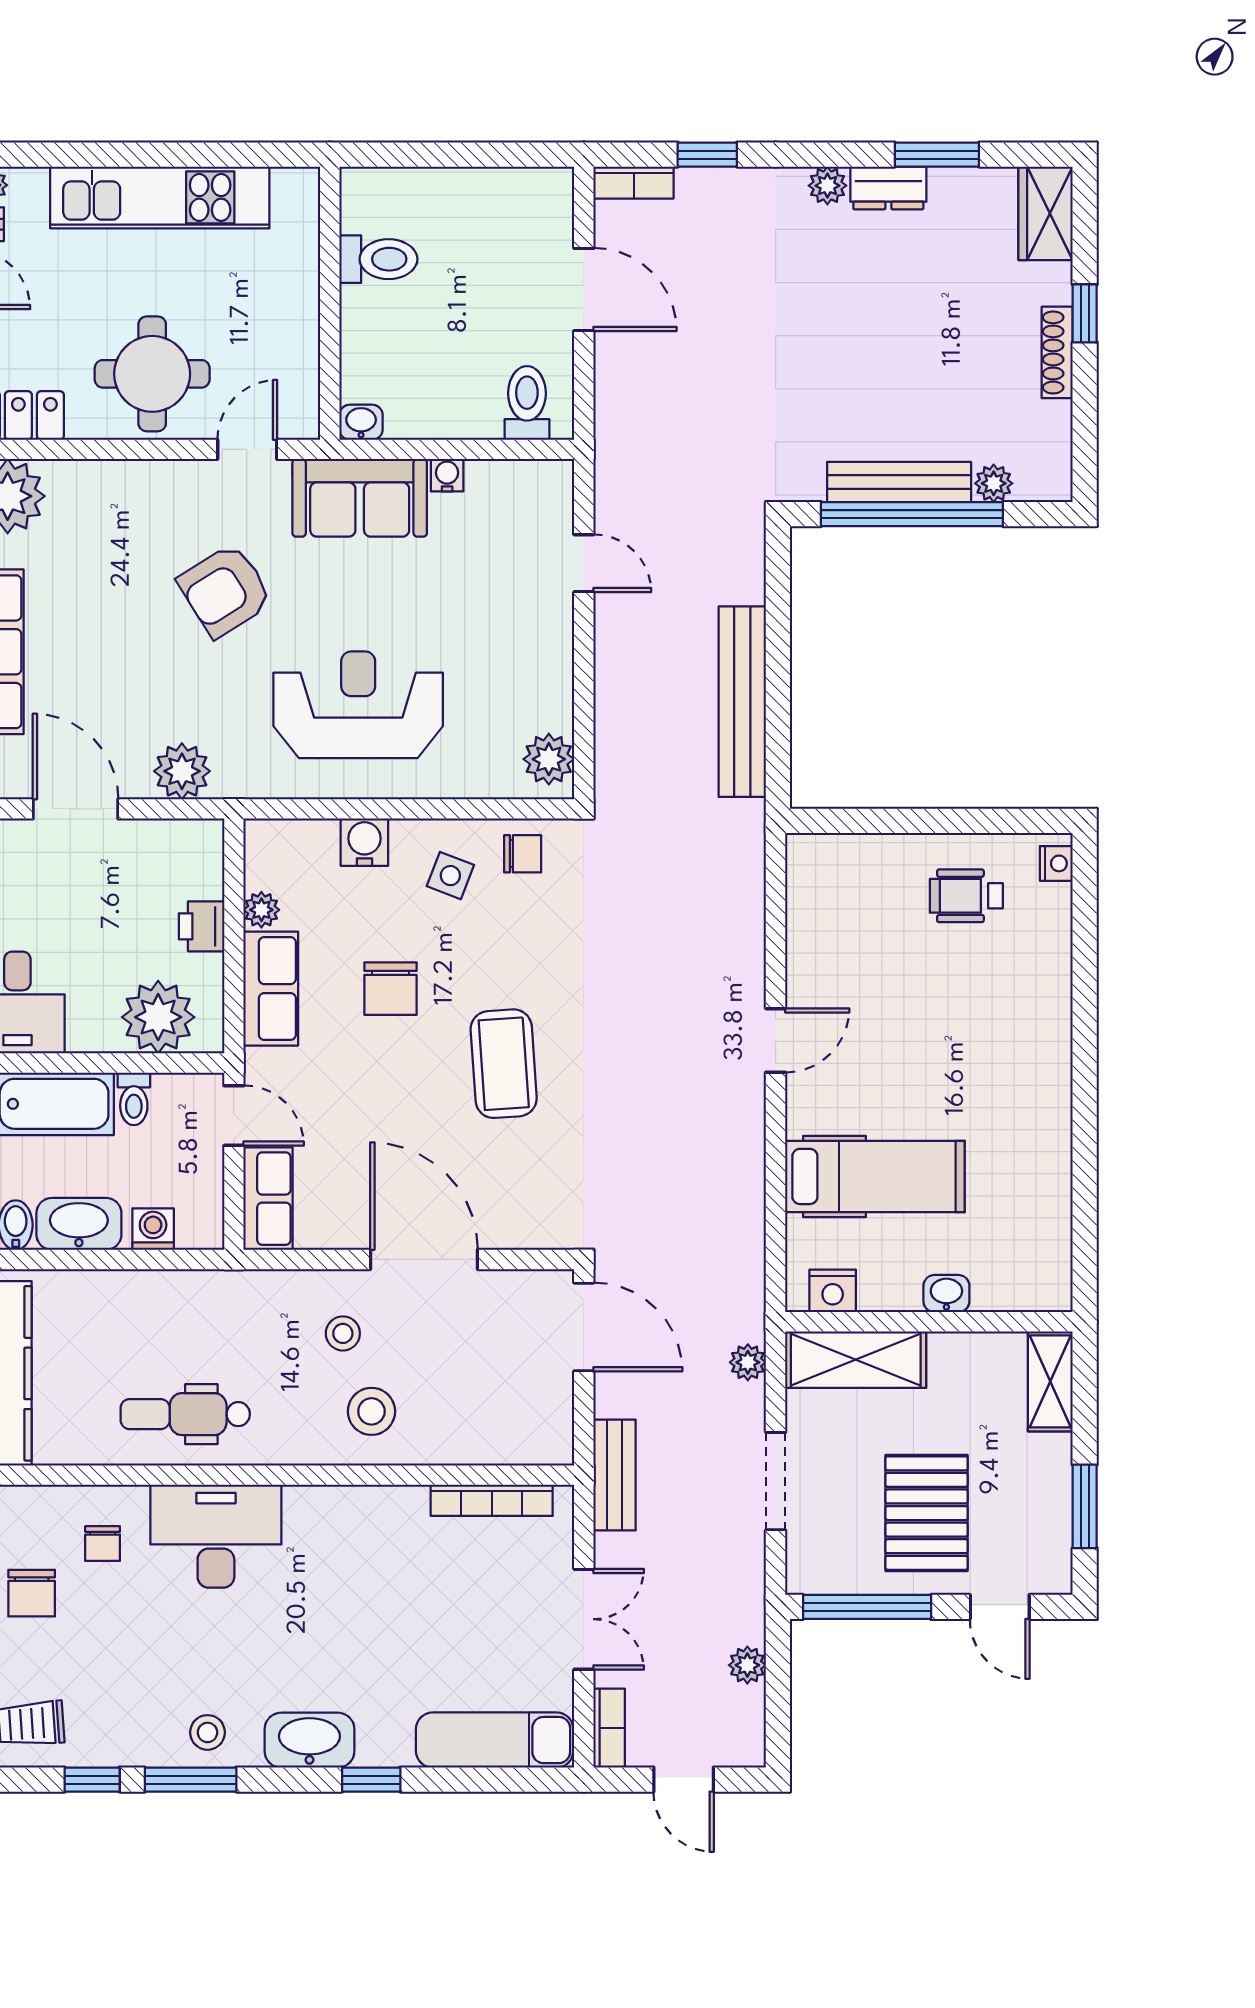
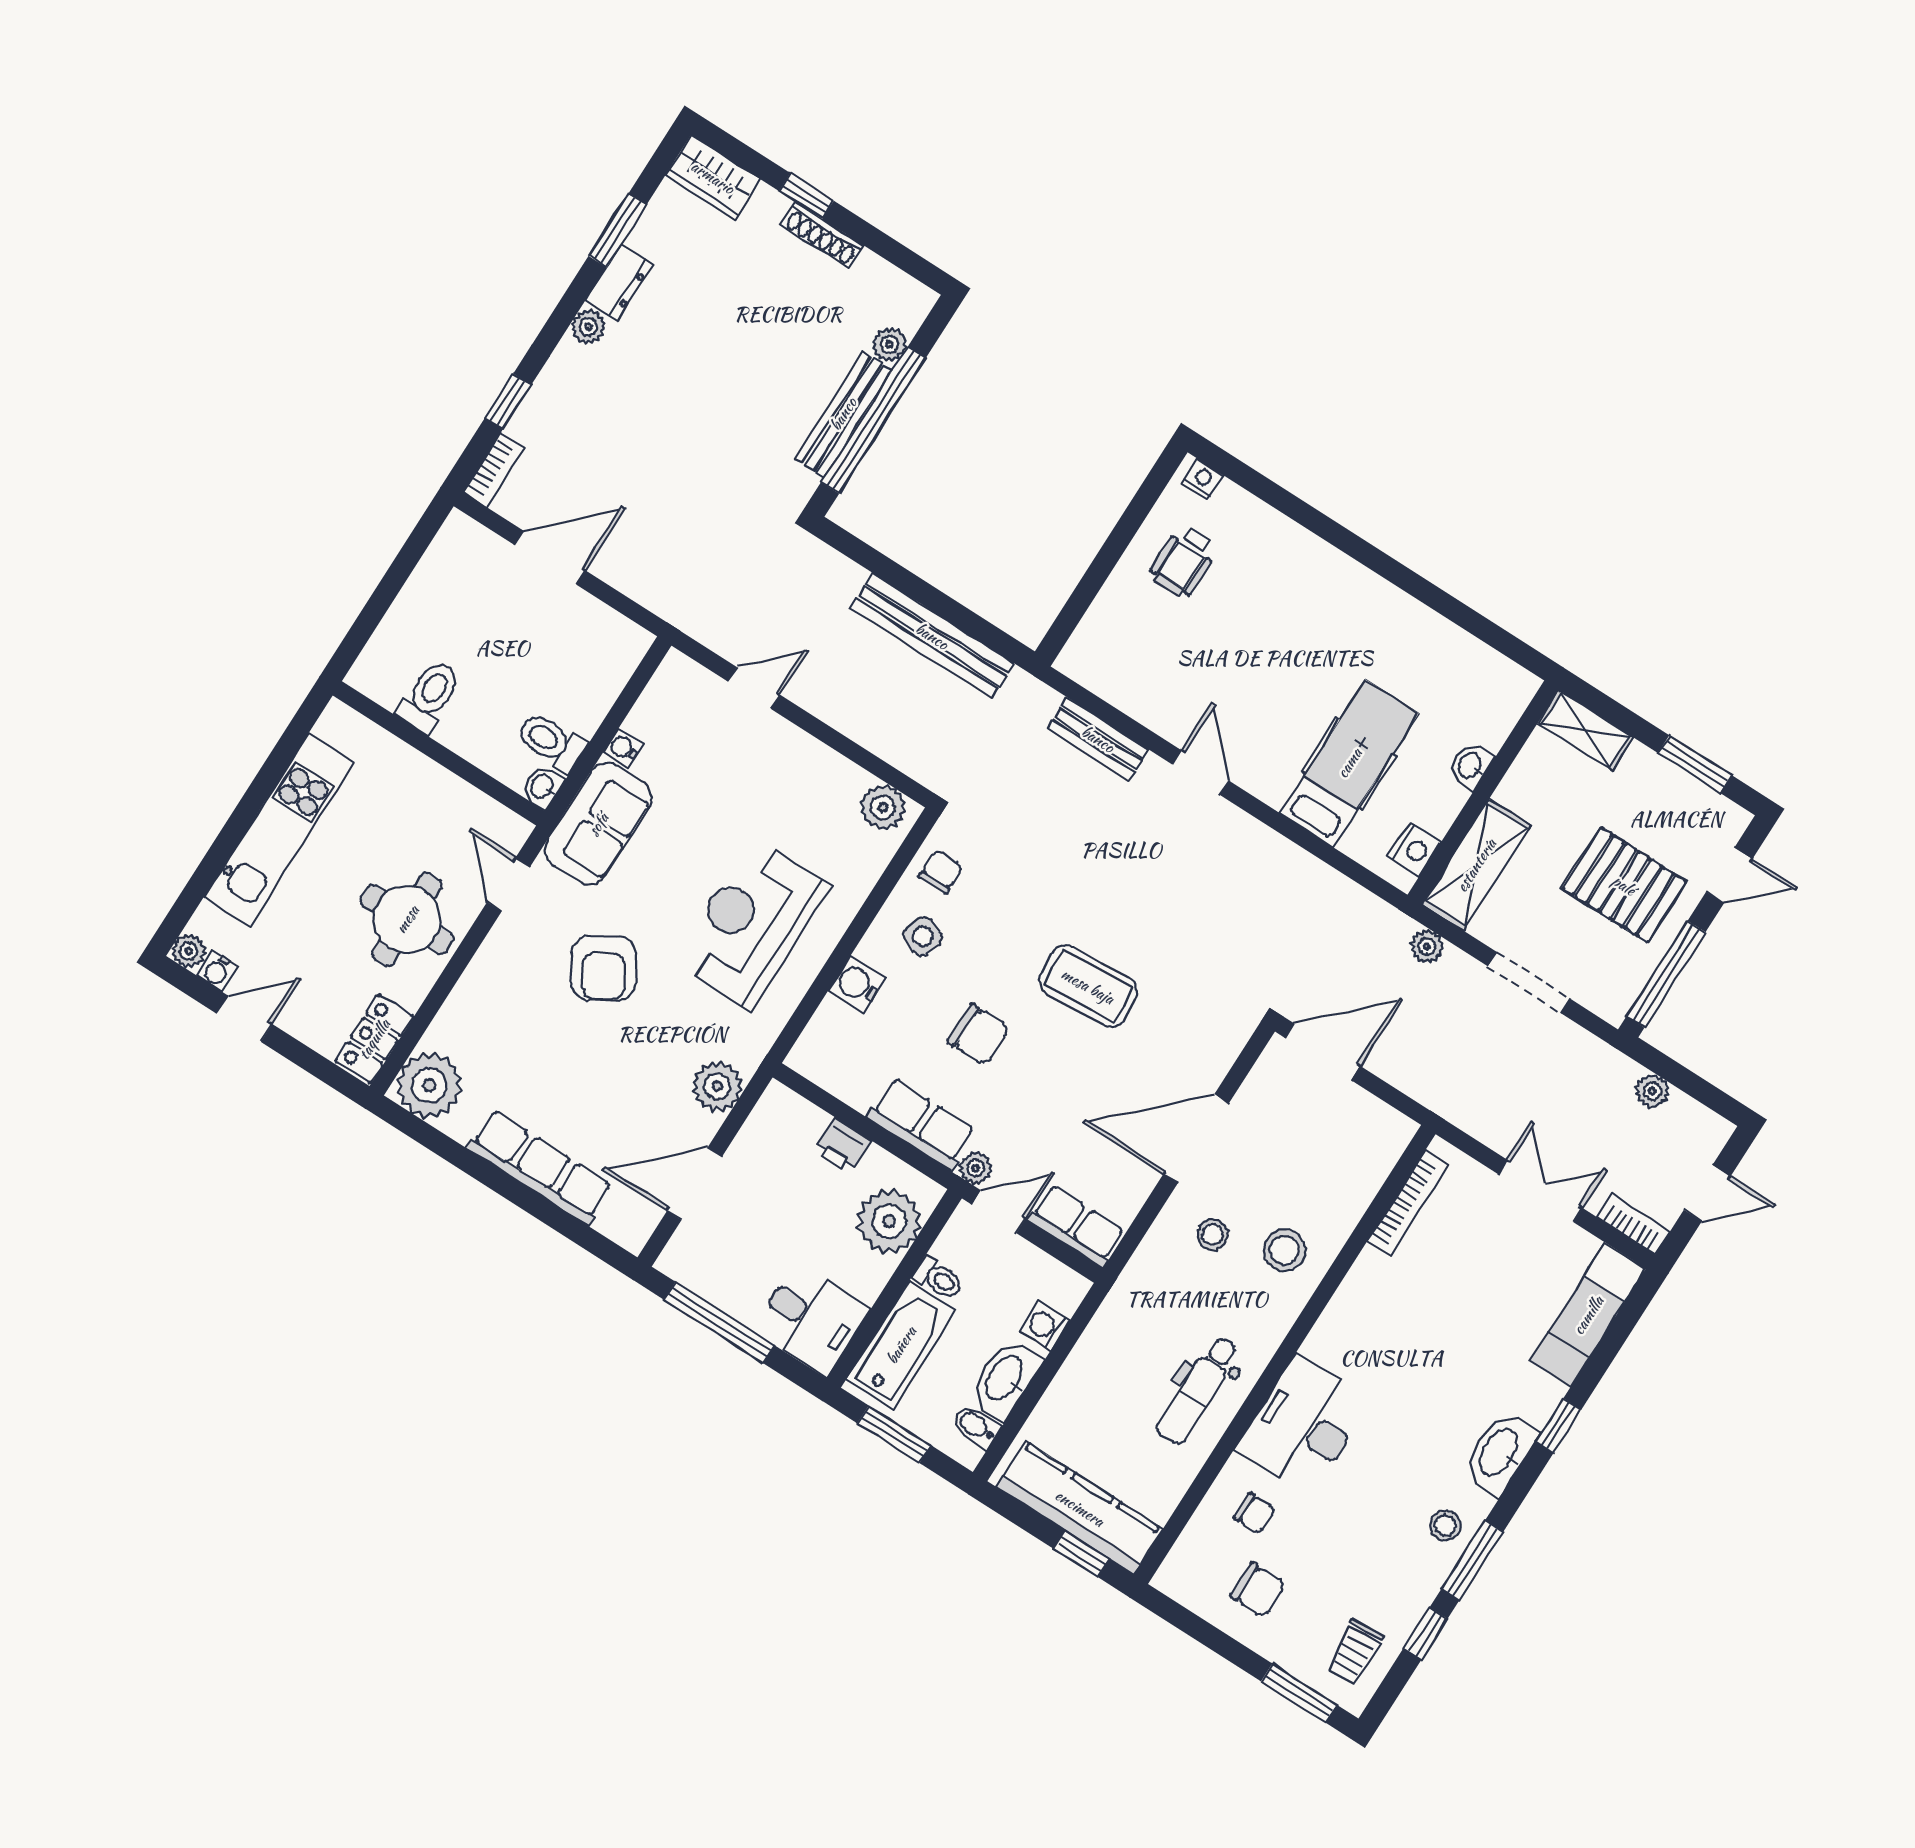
toilet: (527, 403) -> (551, 742), moved
plant: (261, 910) -> (976, 1168), moved
bench: (615, 1475) -> (1098, 739), moved

